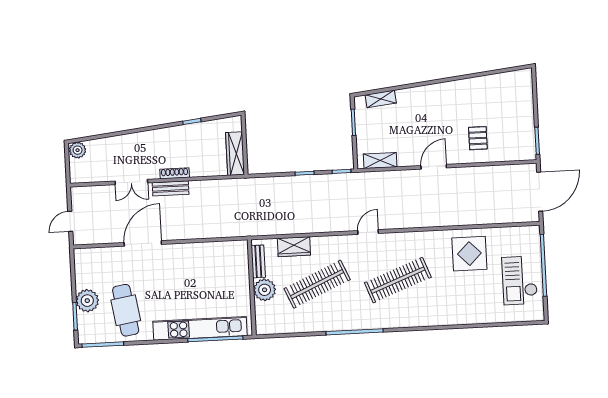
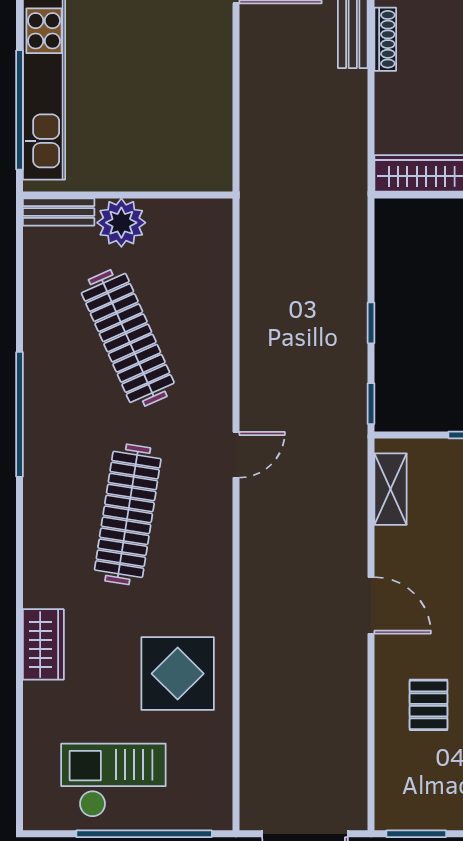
pallet: (478, 138) -> (429, 705), turned 90
door: (368, 232) -> (236, 455), hinge flipped
wardrobe: (294, 247) -> (43, 644), moved, turned 180
bench: (258, 261) -> (59, 212), moved
clothes rail: (398, 280) -> (128, 514), turned 30

